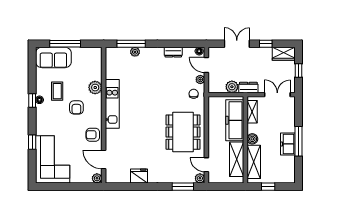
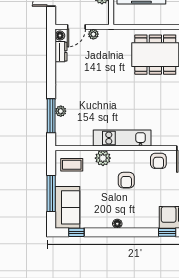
dresser: (173, 52) -> (61, 52), moved
coffee table: (57, 91) -> (72, 165), moved
chair: (194, 94) -> (110, 42), removed
window: (32, 100) -> (76, 232), moved
armchair: (76, 107) -> (126, 180), turned 90

